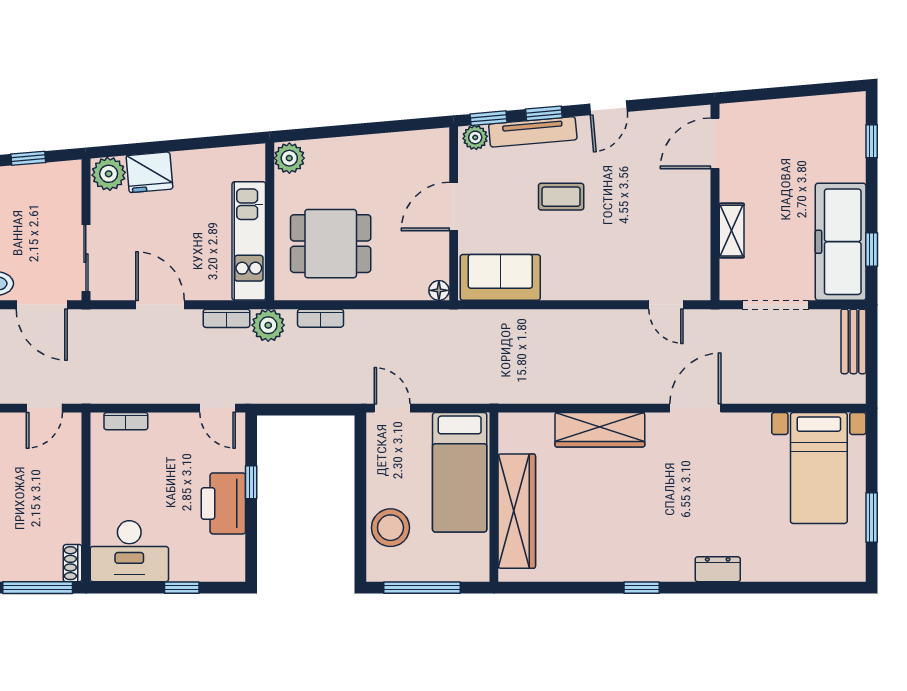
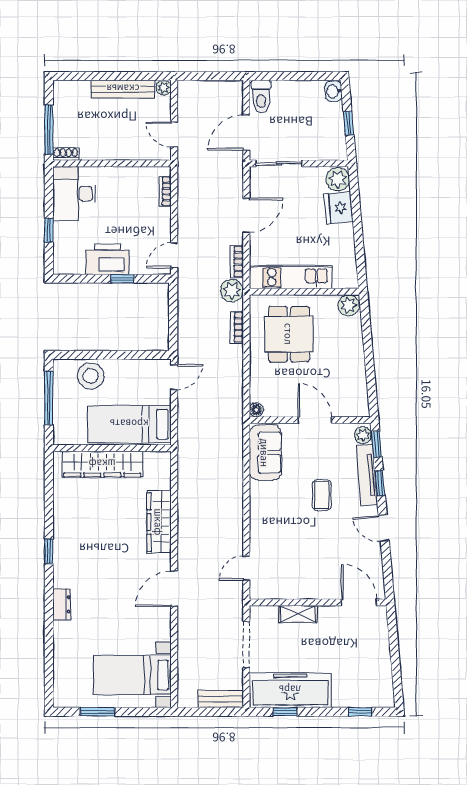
door: (695, 408) -> (174, 589), swing flipped

